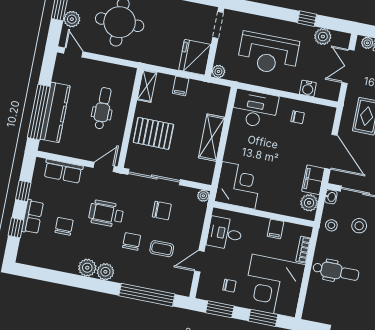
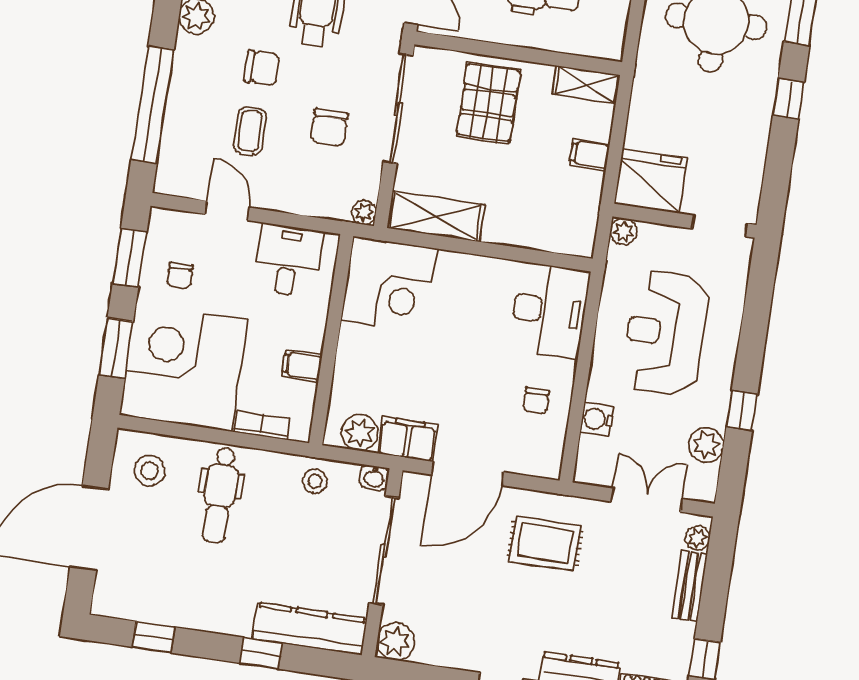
shelving: (212, 138) -> (436, 216), moved
stool: (359, 226) -> (150, 471), moved

